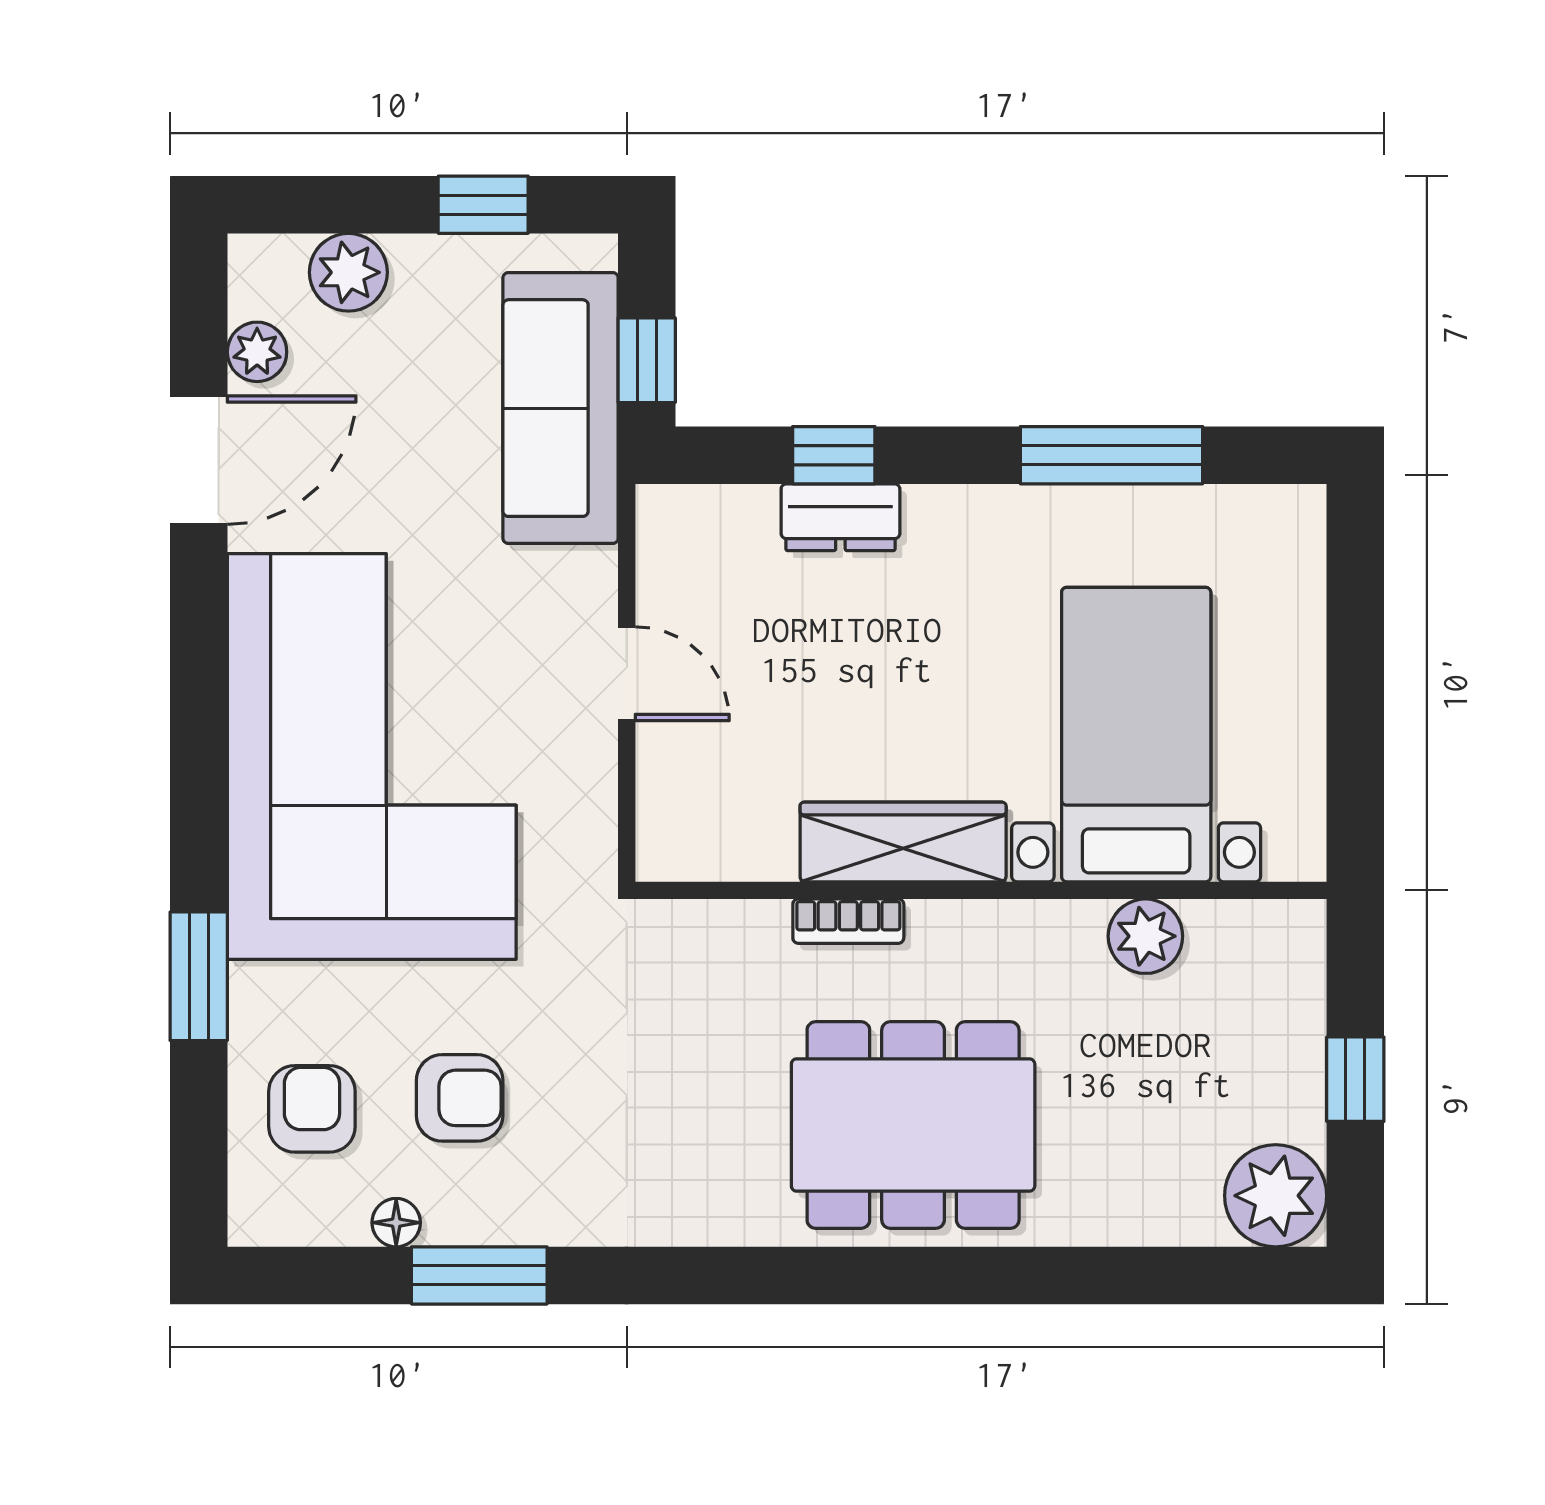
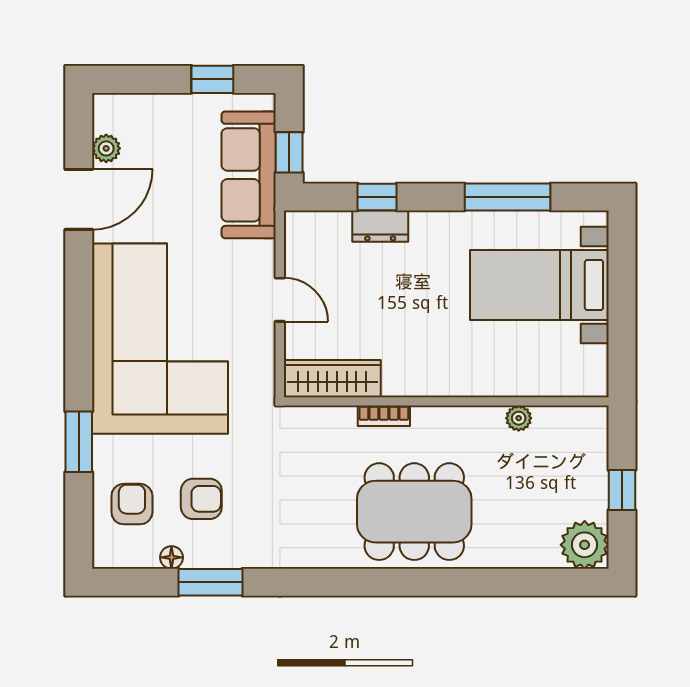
plant: (348, 272) -> (149, 111), removed
bed with nightstands: (1136, 735) -> (539, 285), moved, turned -90
wardrobe: (903, 842) -> (332, 379), moved
plant: (1145, 936) -> (519, 418), width x0.73, depth x0.73

